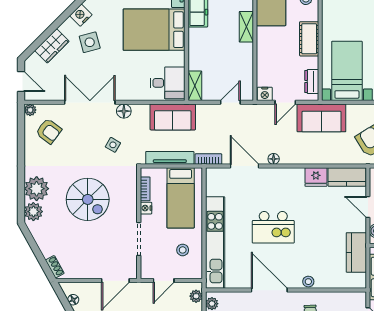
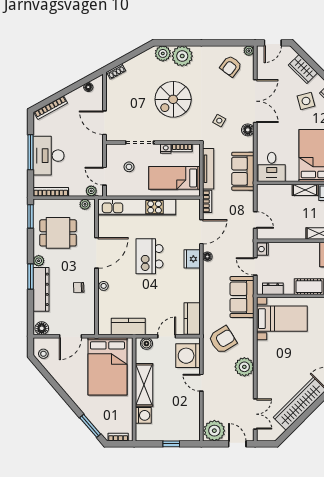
shelving: (195, 86) -> (305, 190), moved
fridge: (316, 177) -> (192, 259), moved
stool: (183, 250) -> (129, 167), moved
door: (164, 281) -> (104, 176), moved

